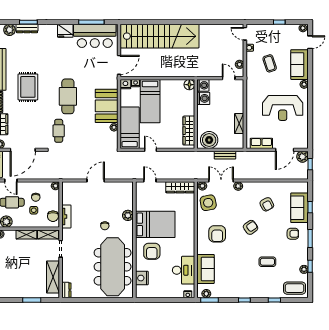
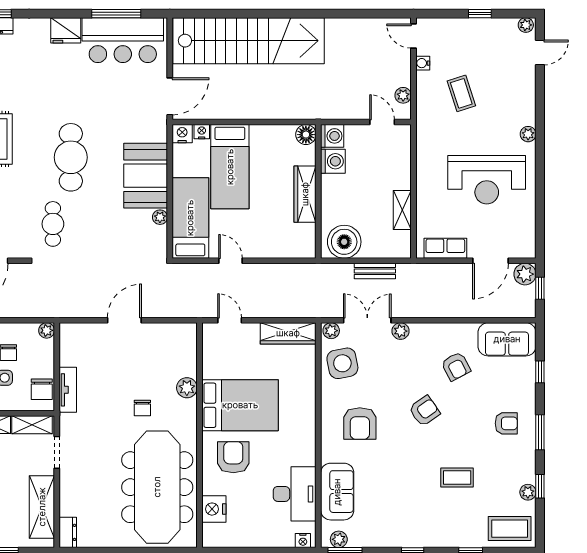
sofa: (299, 65) -> (519, 96), removed
wardrobe: (189, 131) -> (305, 194), moved
sofa: (299, 208) -> (507, 339), moved, turned -90
armchair: (152, 251) -> (233, 457), turned 180

